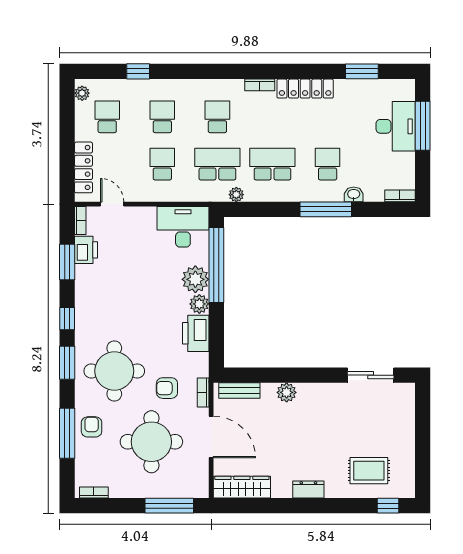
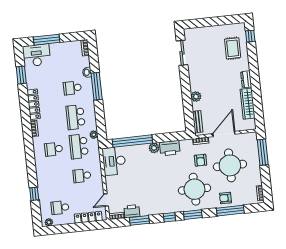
school desk: (162, 117) -> (57, 178), removed
desk: (396, 126) -> (37, 55), moved
plant: (195, 279) -> (141, 151), removed
wardrobe: (242, 487) -> (248, 104), moved

